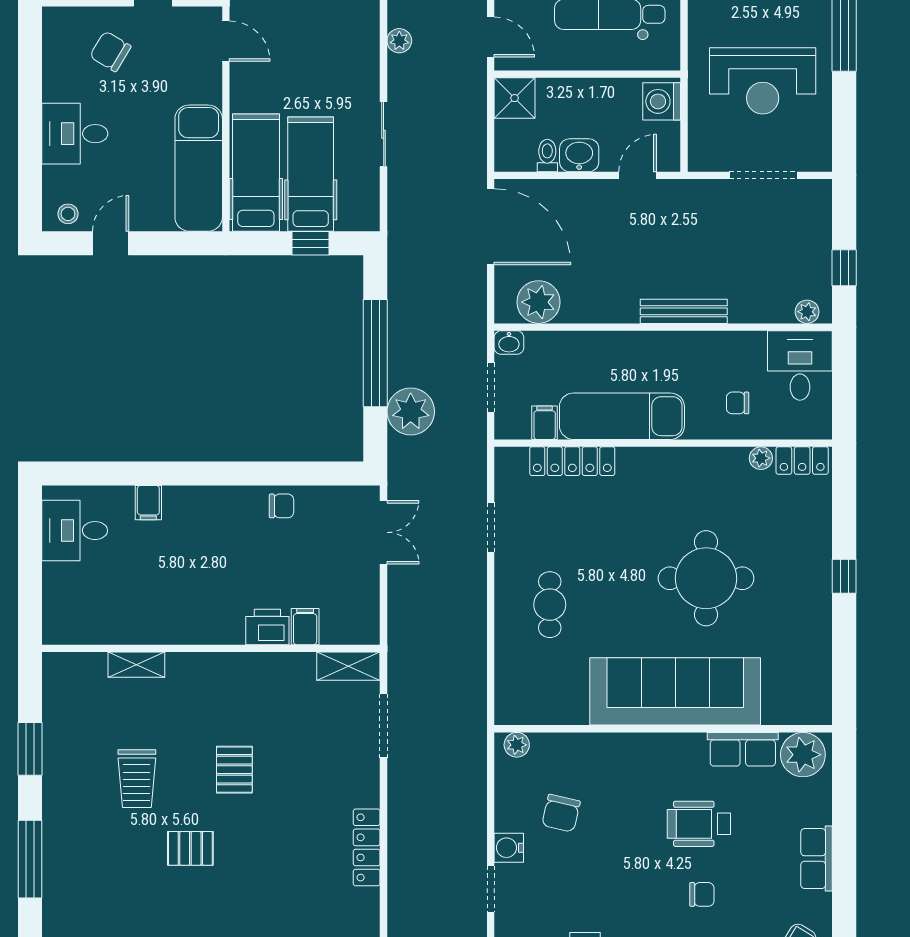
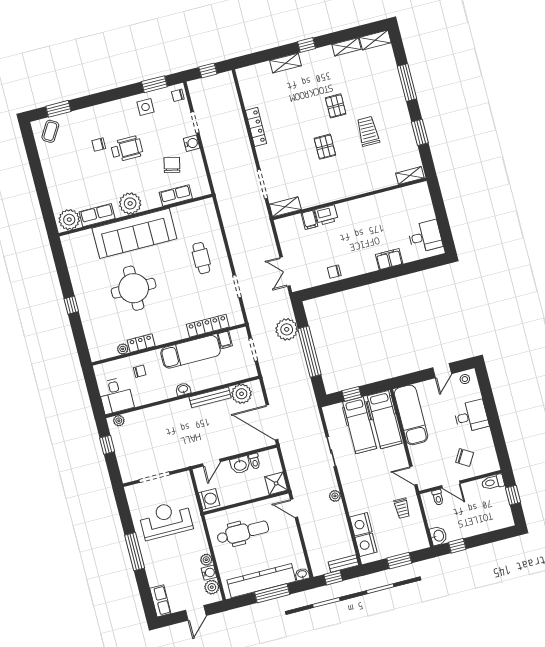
bench: (684, 311) -> (210, 397), moved
washbasin: (509, 343) -> (183, 389), moved
locker: (802, 461) -> (141, 343), moved
filing cabinet: (148, 503) -> (389, 259), width x2.00
shelving: (136, 665) -> (410, 176), moved
plant: (517, 745) -> (130, 203), moved, width x1.87, depth x1.87
wheelchair: (699, 824) -> (127, 149), moved
pallet: (190, 848) -> (336, 106), turned 90
row of seats: (817, 859) -> (176, 195), moved, turned -90

